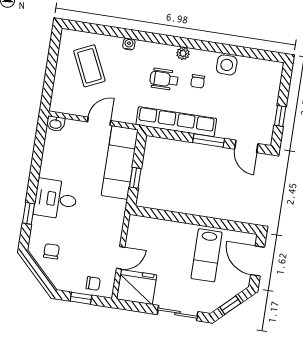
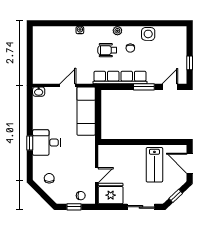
coffee table: (89, 66) -> (55, 49), removed
door: (246, 146) -> (170, 87), swing flipped
window: (135, 178) -> (98, 120), removed
window: (29, 213) -> (30, 143), moved

